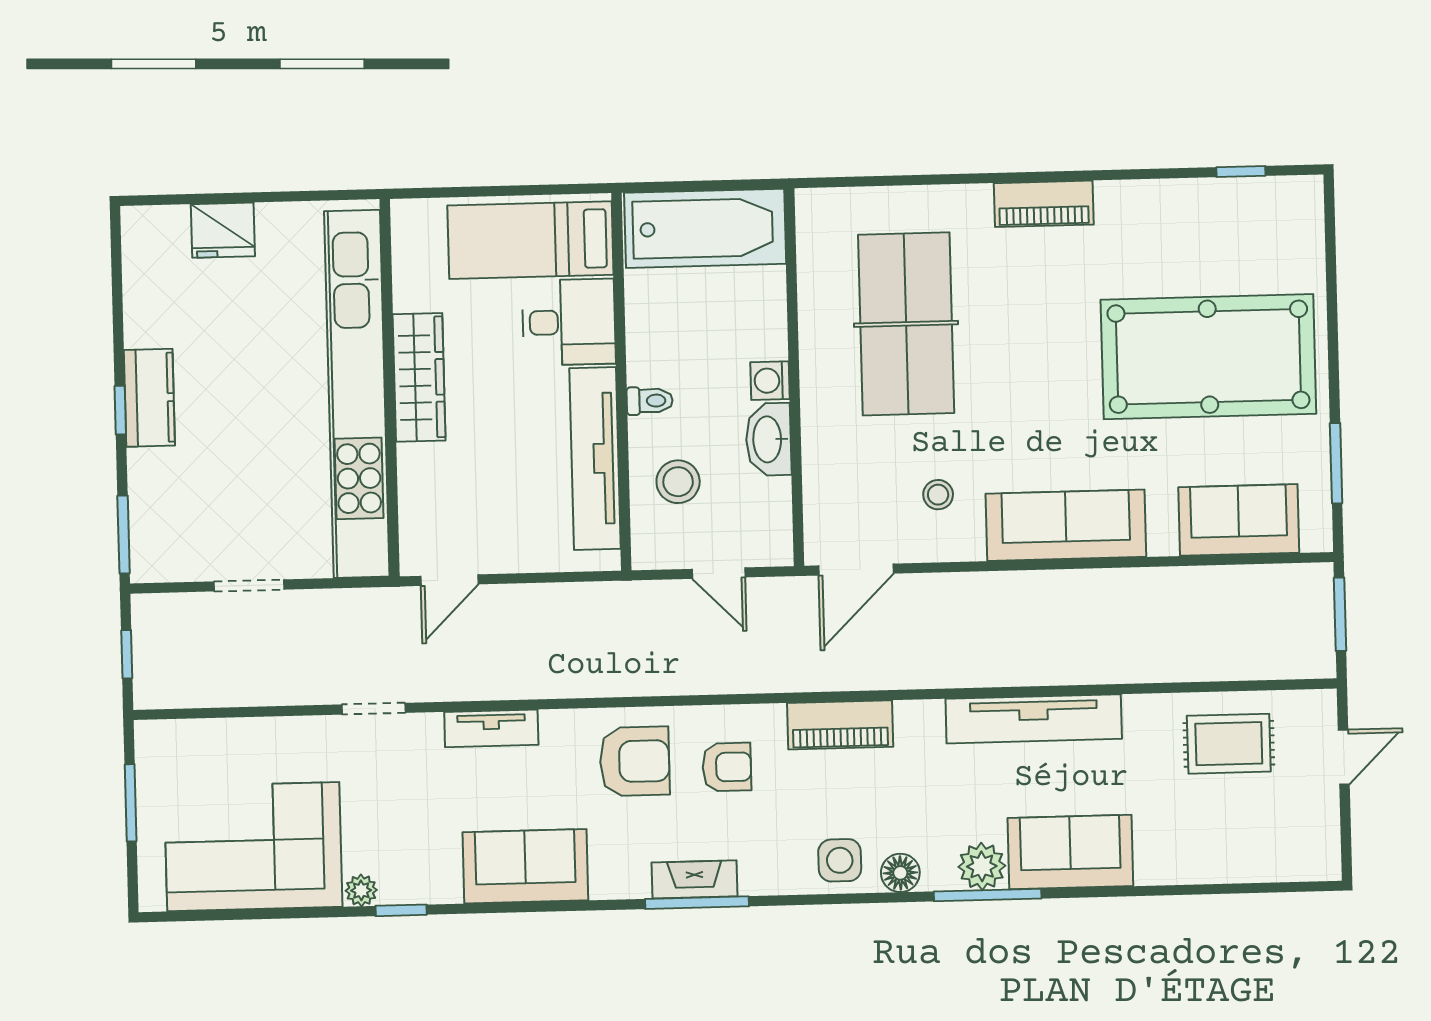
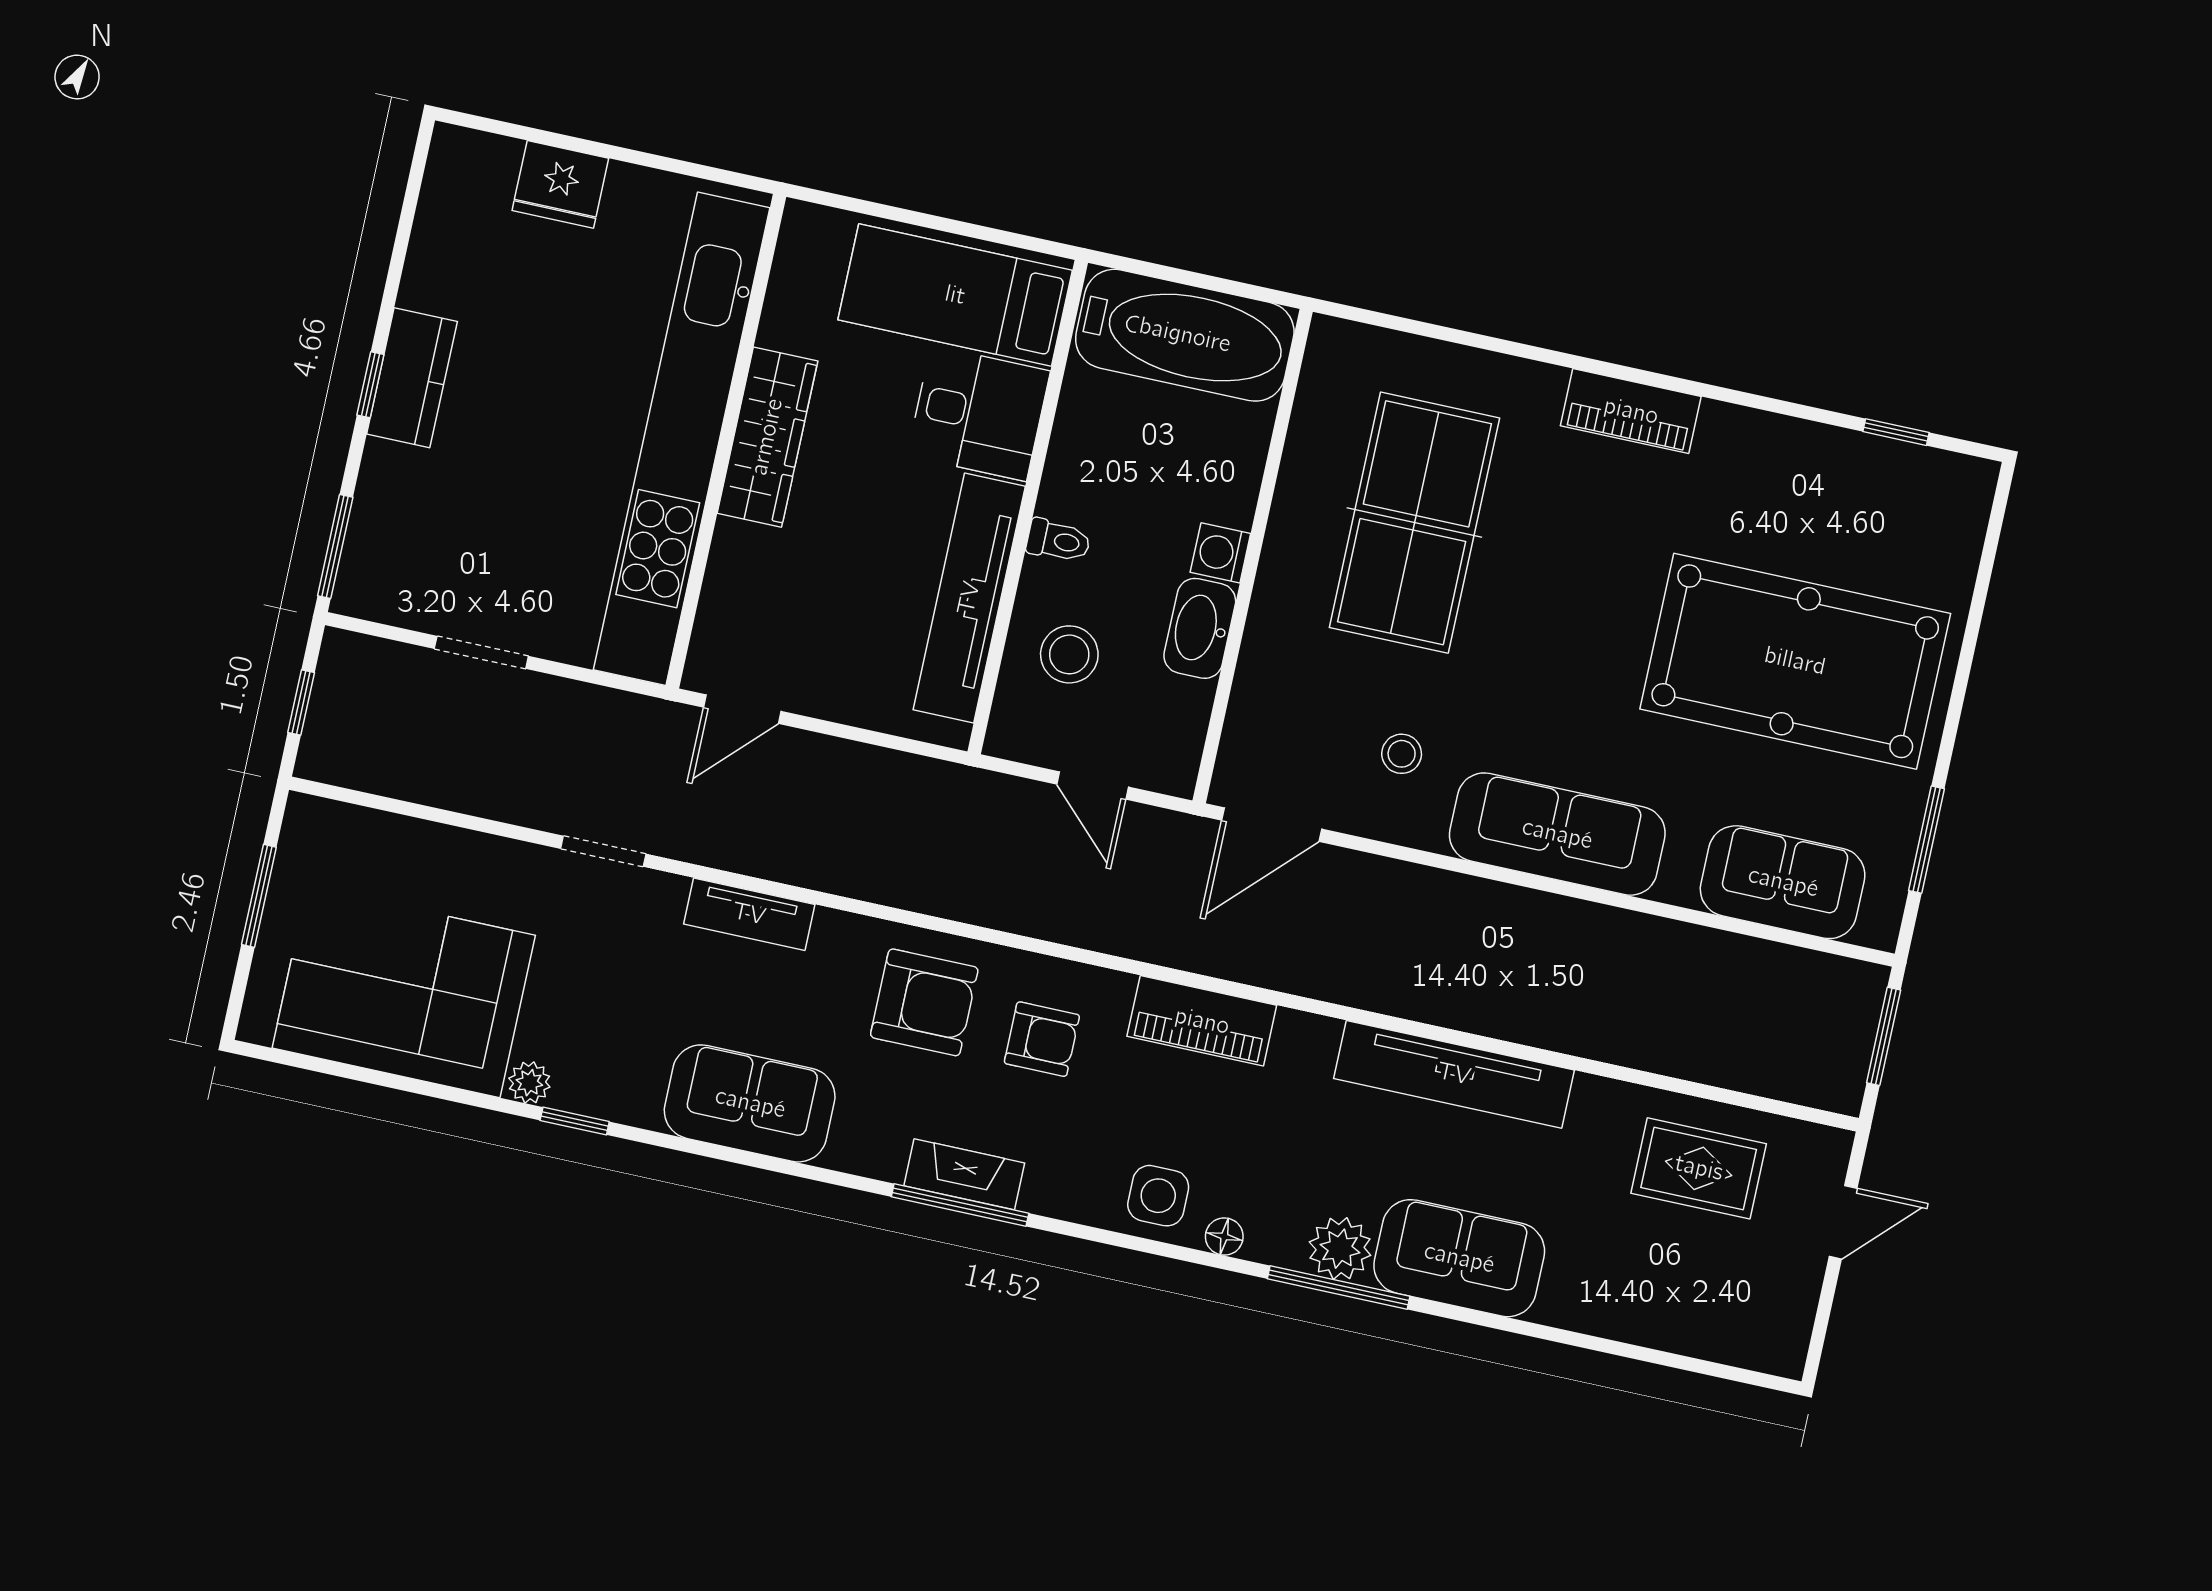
floor lamp: (900, 873) -> (1224, 1237), width x0.73, depth x0.73

